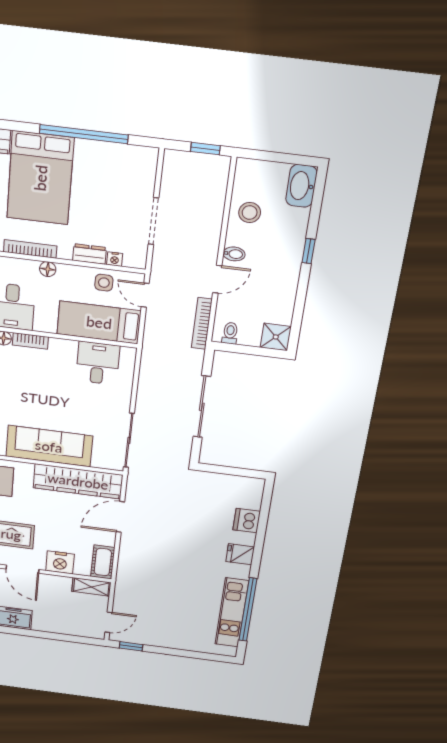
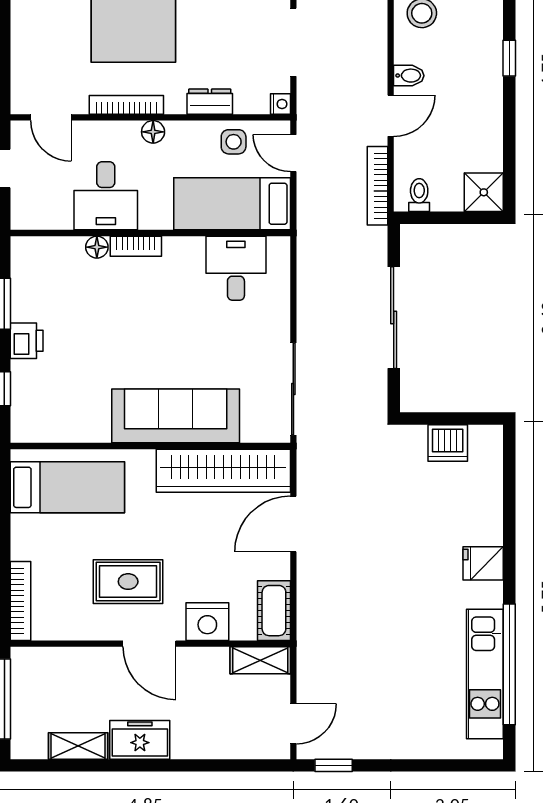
nightstand: (115, 259) -> (280, 104), moved, turned -90
dishwasher: (247, 520) -> (448, 443), moved, turned -90

